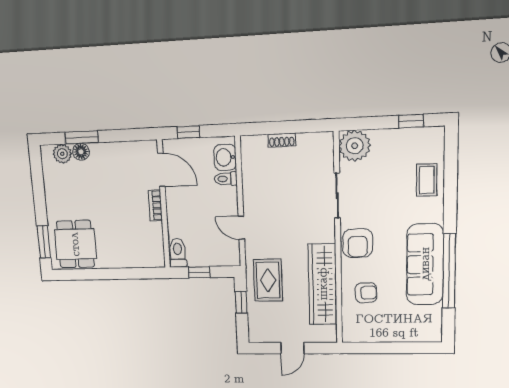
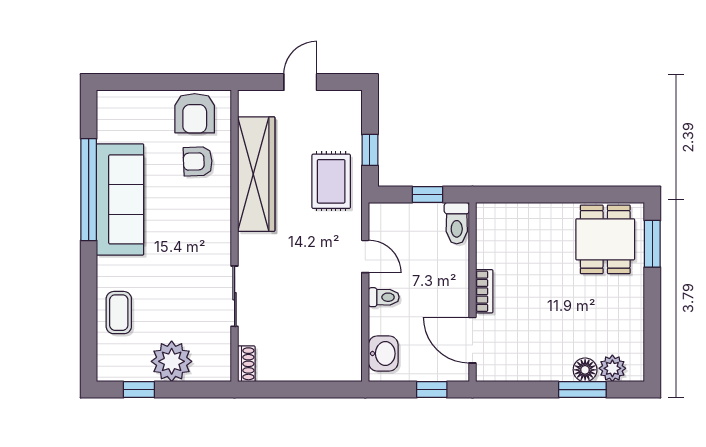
shoe rack: (282, 140) -> (246, 364), moved, turned 90
plant: (355, 146) -> (172, 361), moved
toilet: (226, 179) -> (384, 297), moved
armchair: (358, 243) -> (195, 113), moved, turned 180

